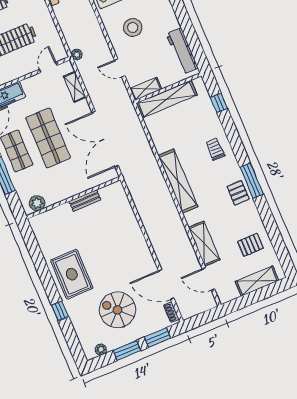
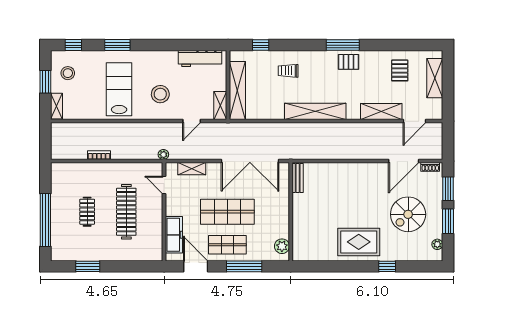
trolley: (215, 149) -> (288, 71), moved
bench: (85, 201) -> (298, 178), moved

